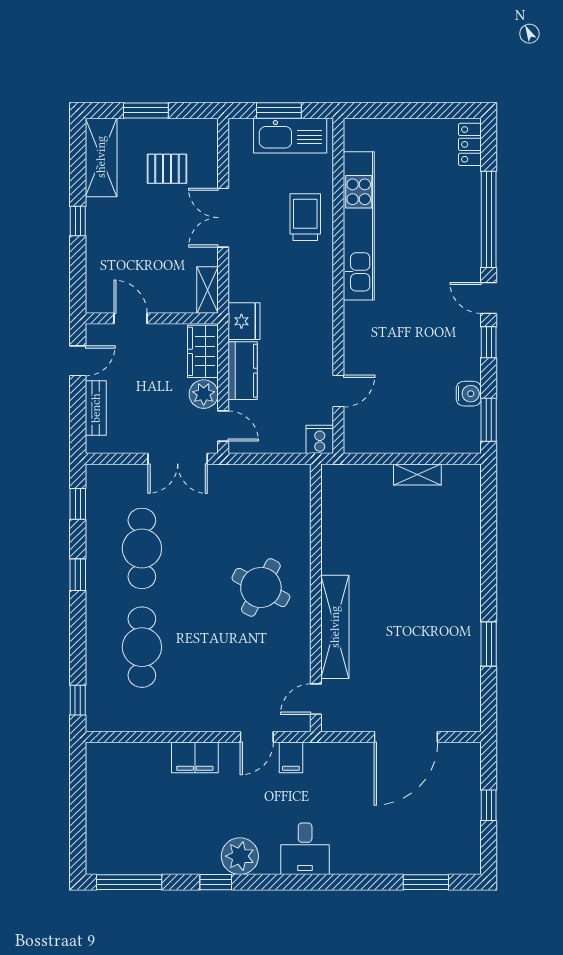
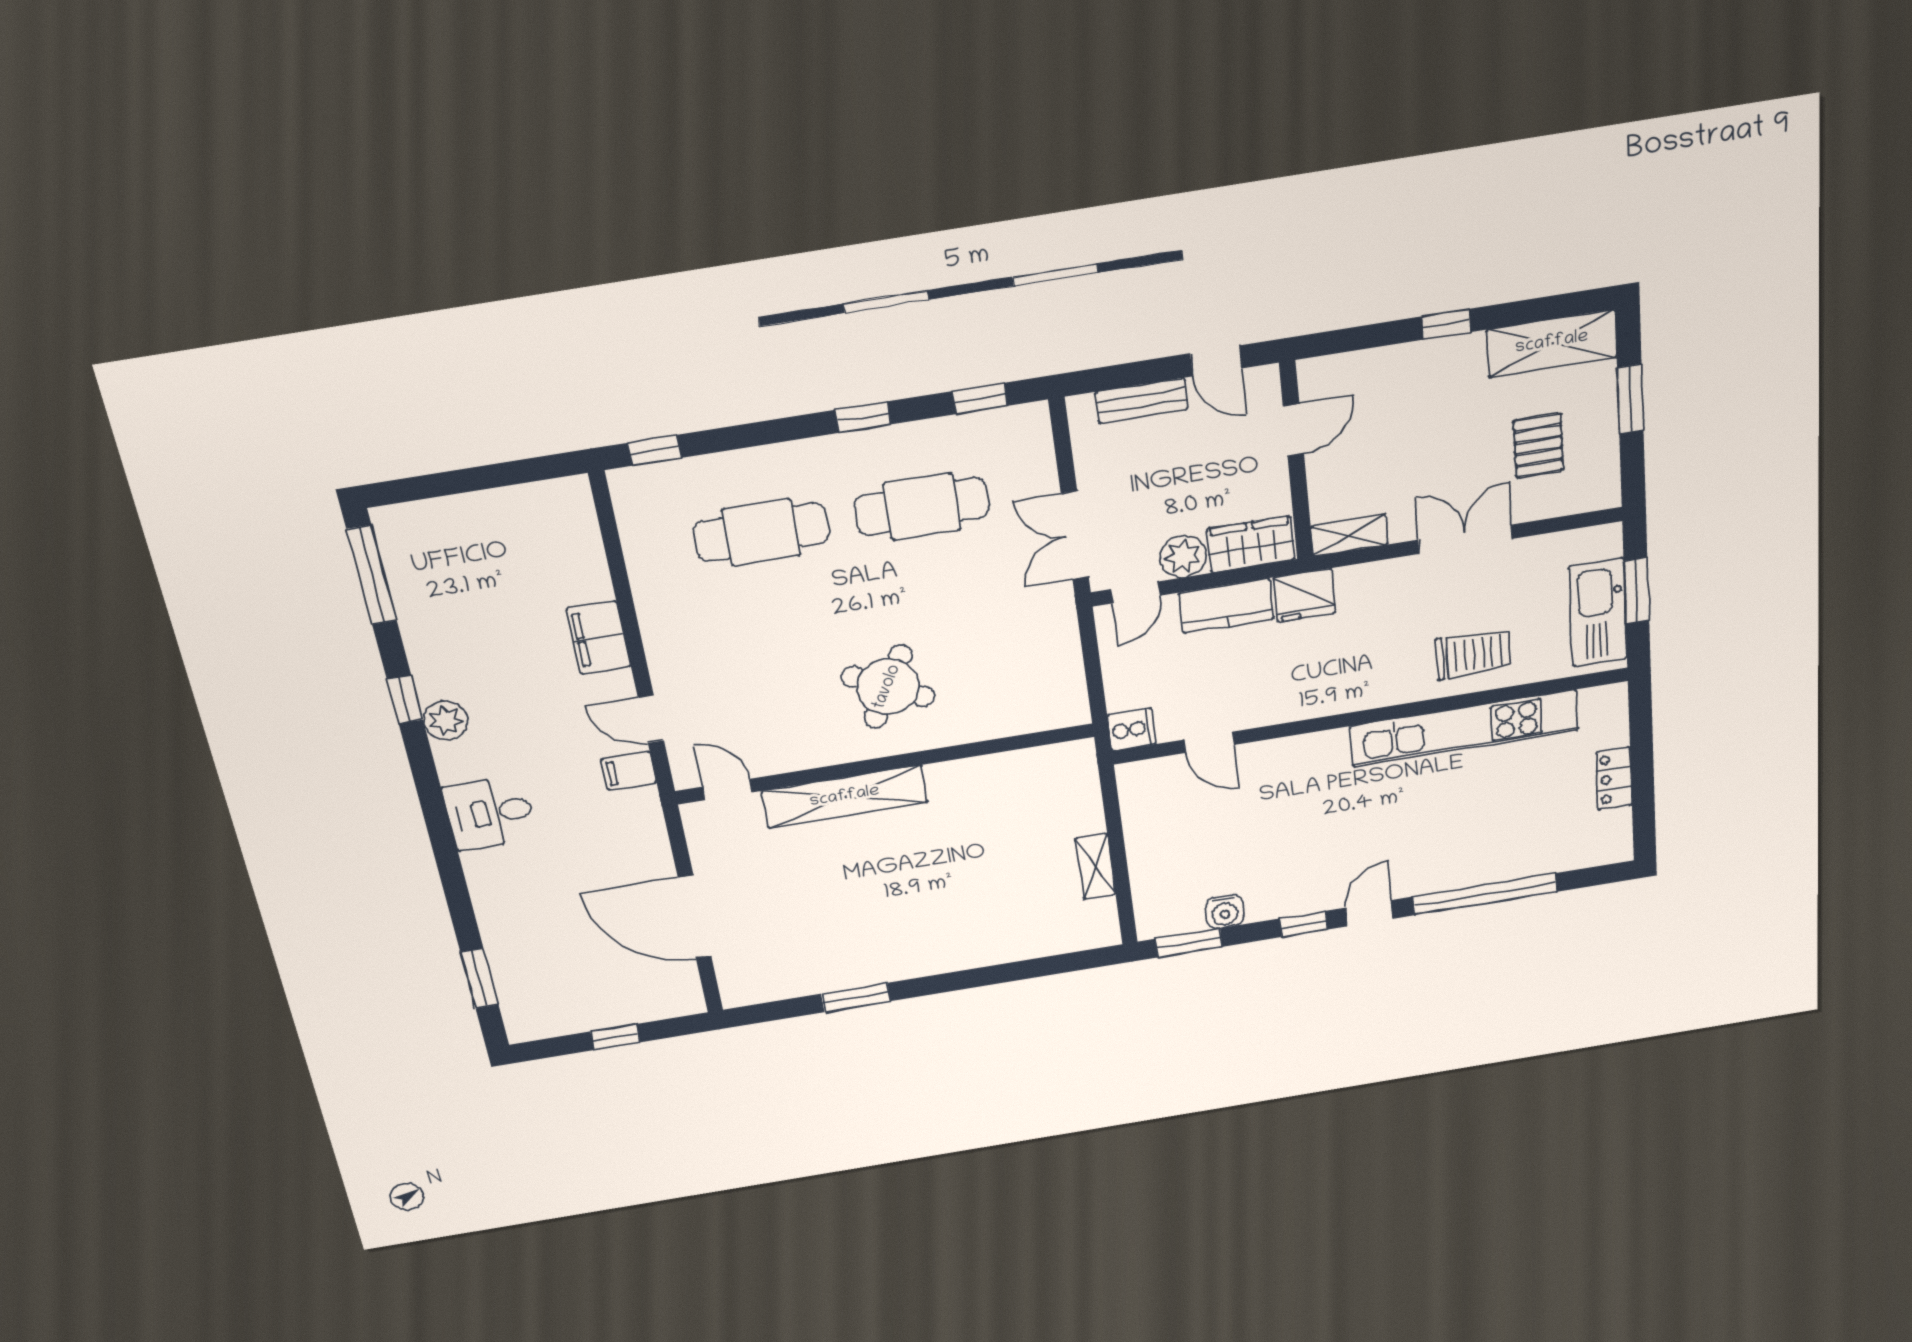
locker: (470, 144) -> (1614, 779), moved, turned -90
plant: (240, 856) -> (446, 721), width x0.73, depth x0.73

